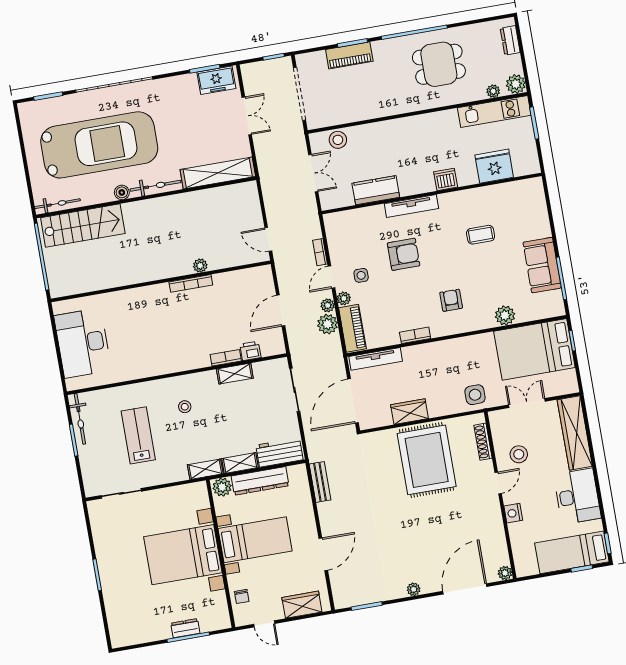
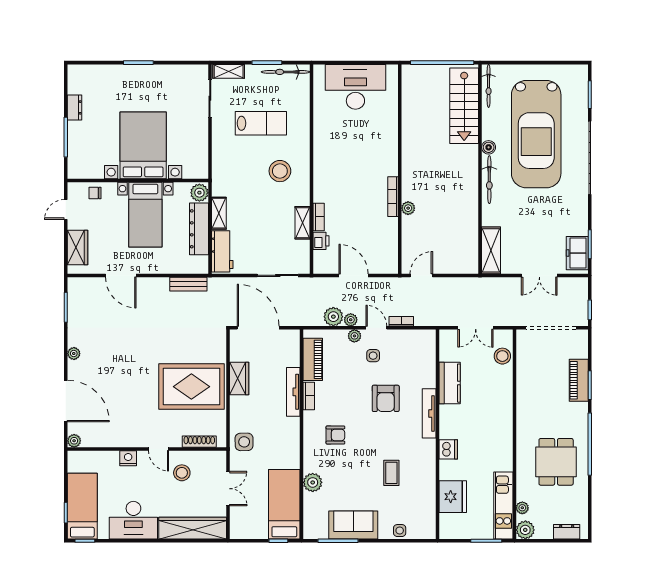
shelving: (218, 173) -> (491, 250), width x0.68
side table: (539, 216) -> (400, 531), added
piano: (352, 328) -> (313, 359), moved, turned -90
bed: (534, 349) -> (284, 504), width x0.67
tv unit: (376, 359) -> (293, 392), moved
stool: (185, 407) -> (280, 171), width x1.89, depth x1.89
shelving: (205, 469) -> (229, 71), moved, turned 90
dresser: (185, 628) -> (75, 107), moved

